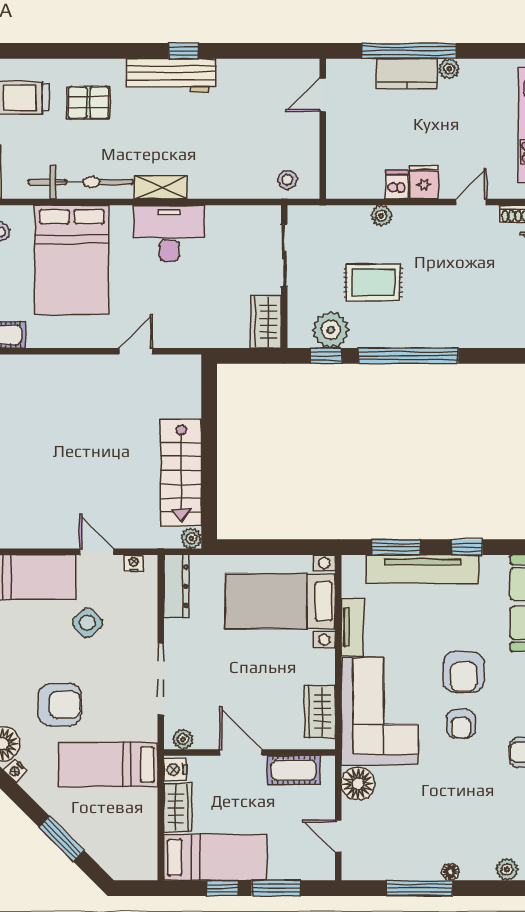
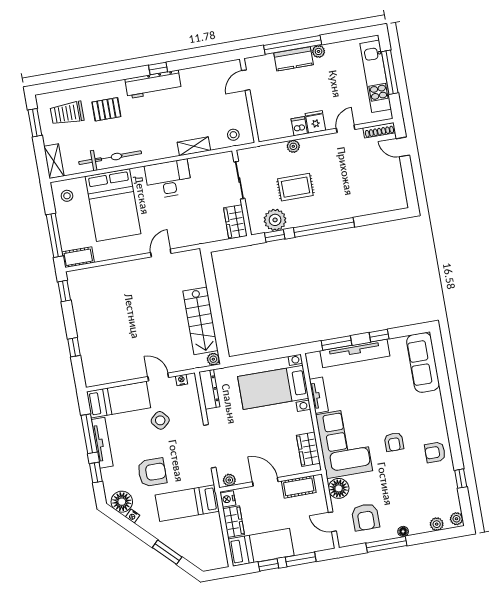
shelving: (161, 187) -> (194, 146), moved
armchair: (464, 672) -> (365, 517), moved

